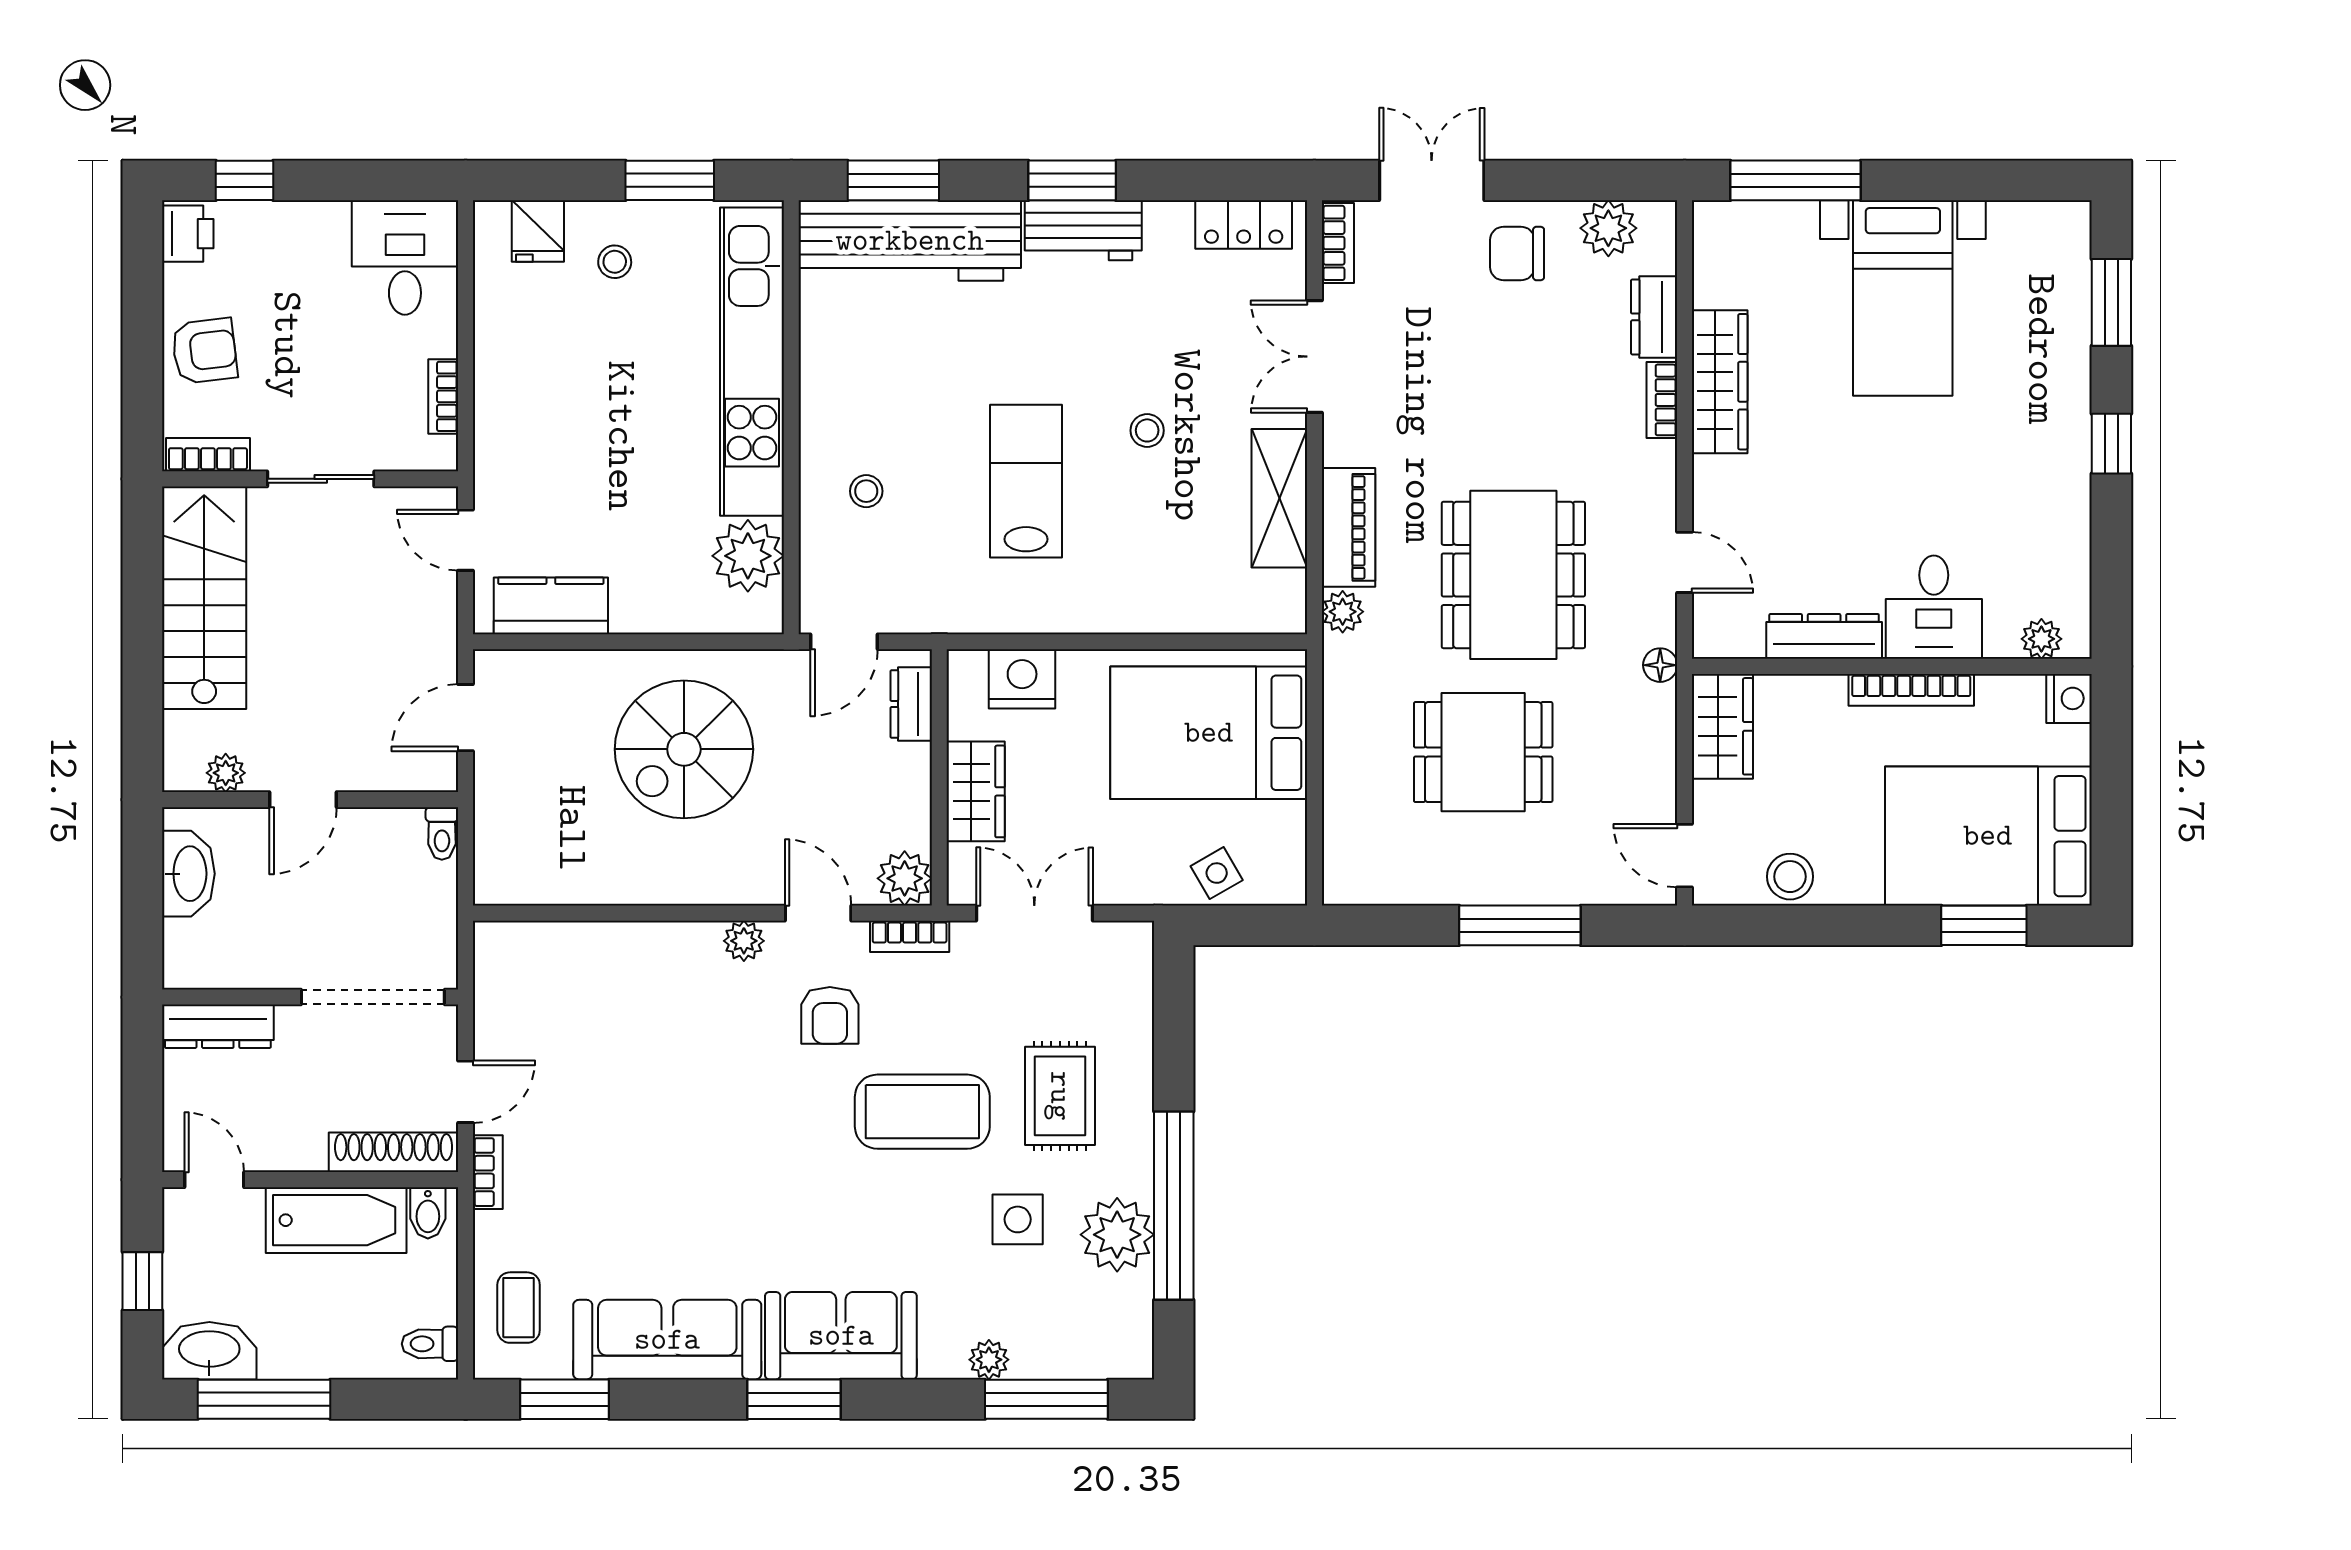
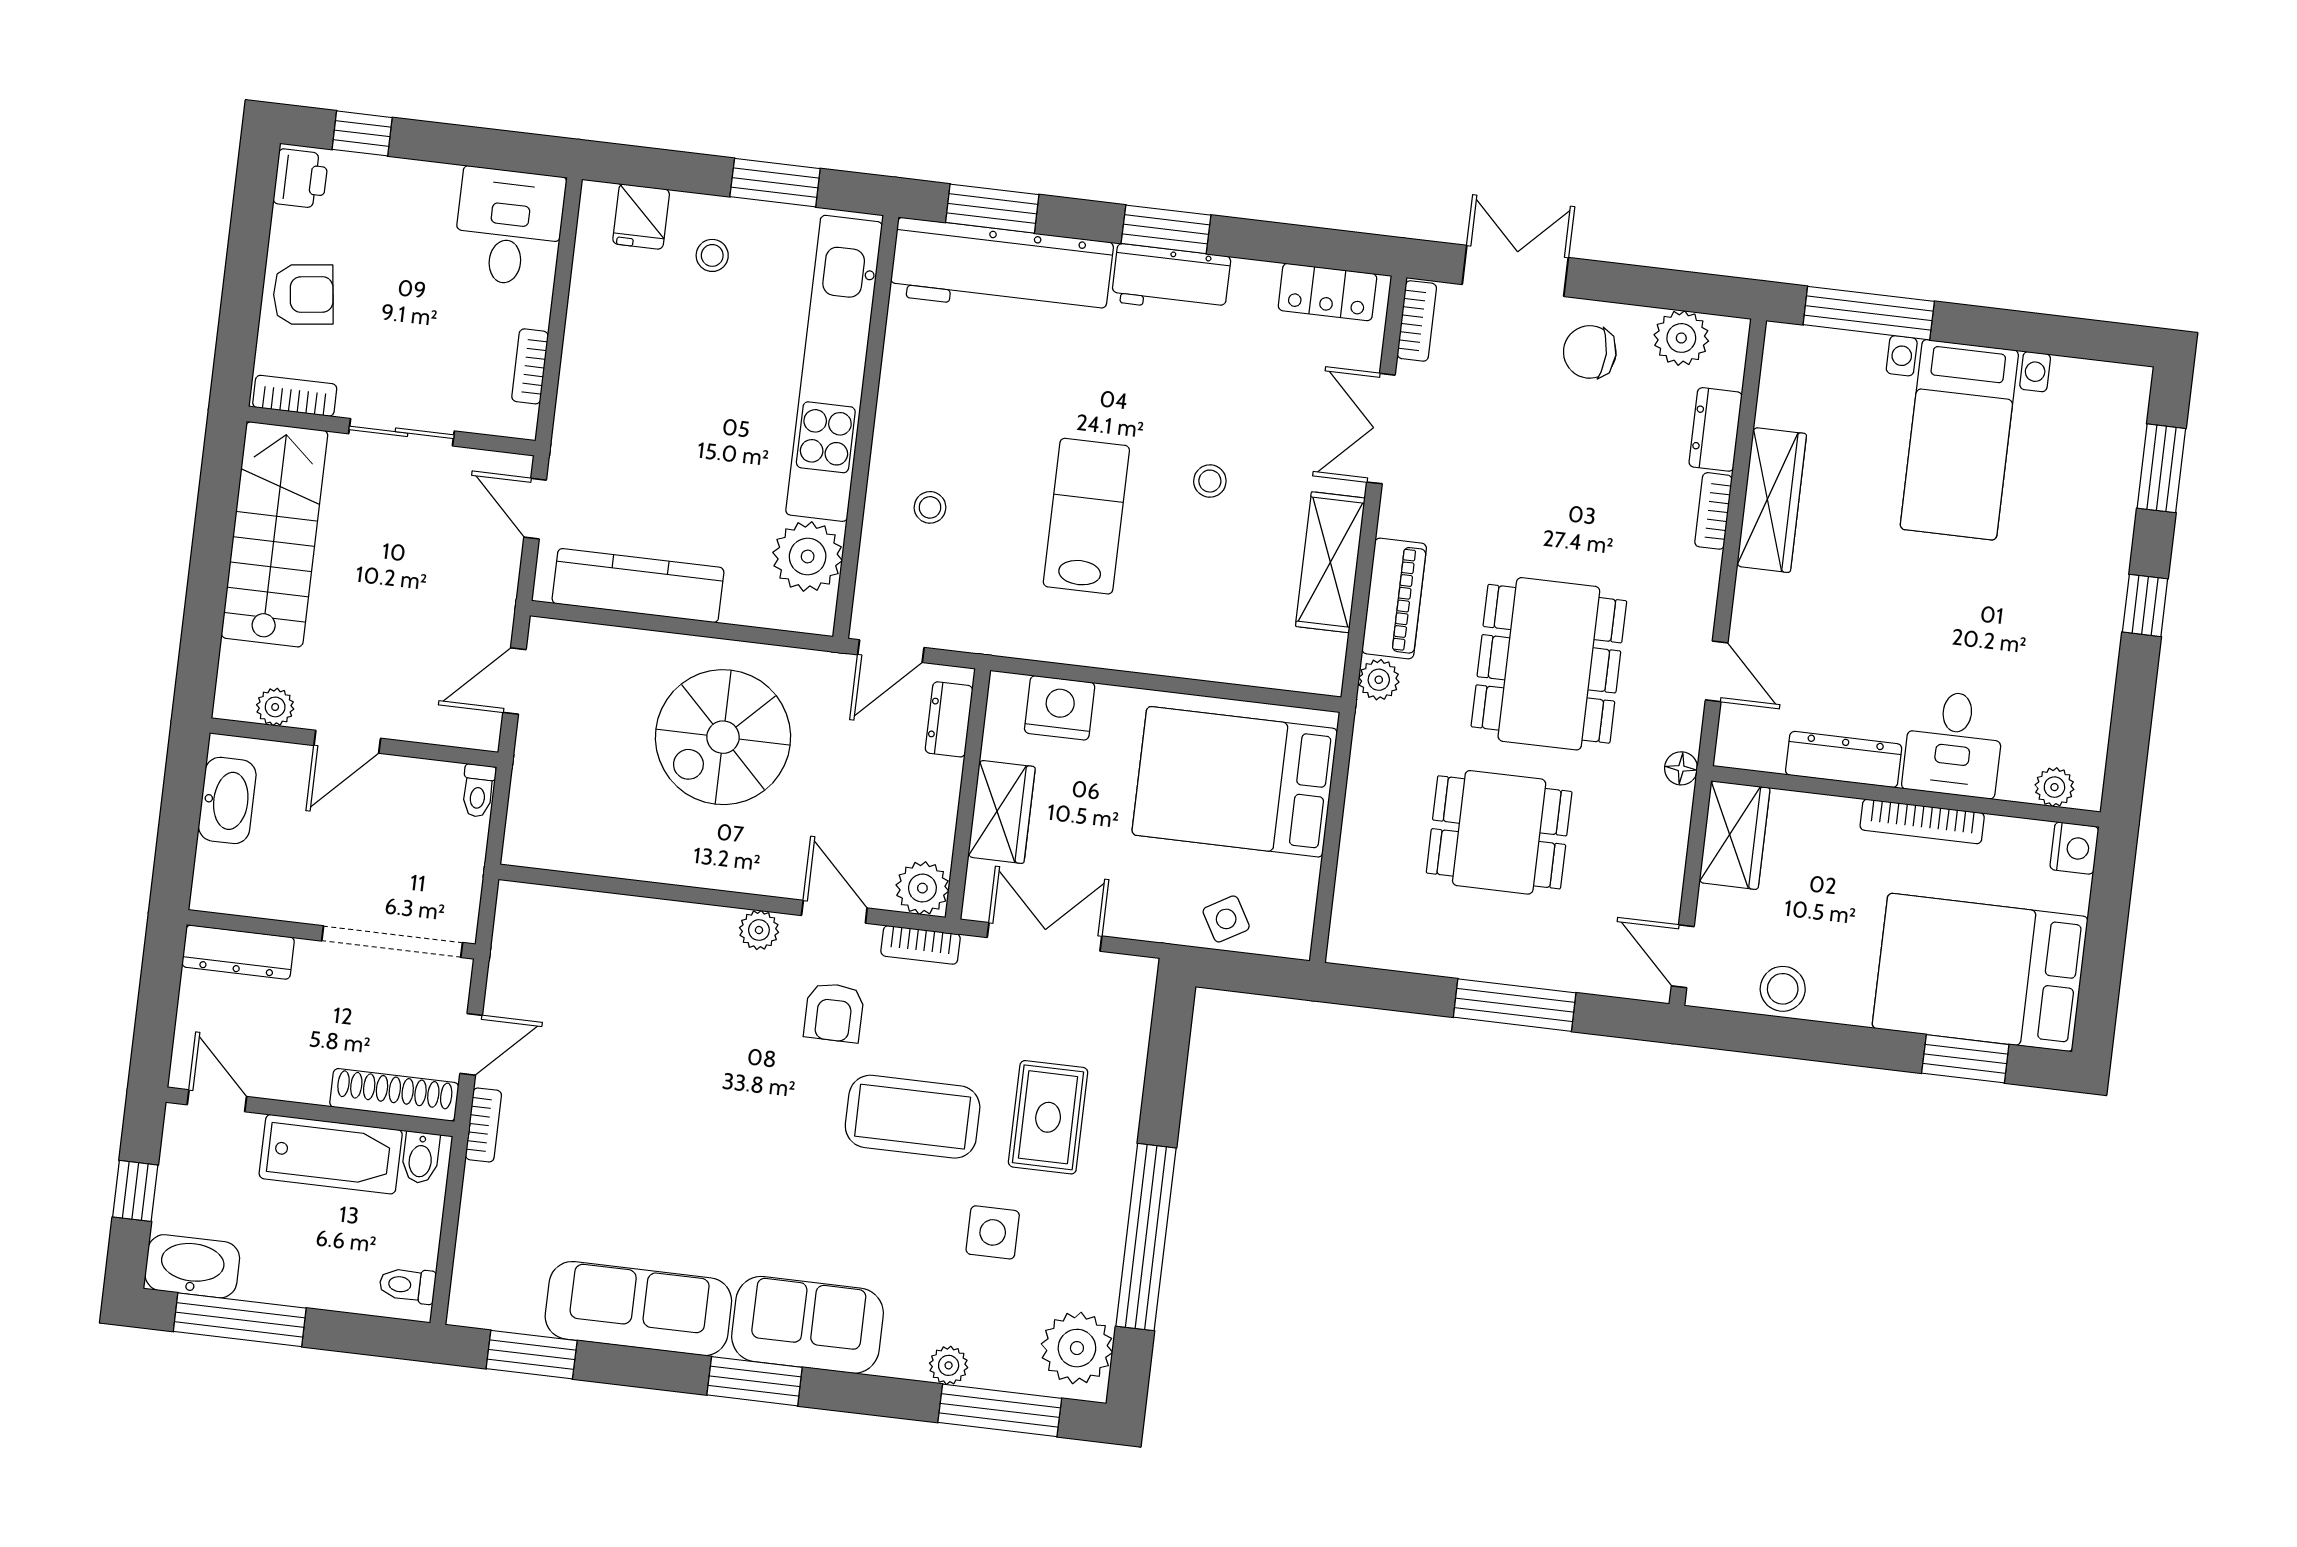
kitchen counter: (551, 606) -> (638, 586), width x1.50
plant: (1117, 1235) -> (1077, 1348), moved
coffee table: (519, 1308) -> (498, 1260), removed

